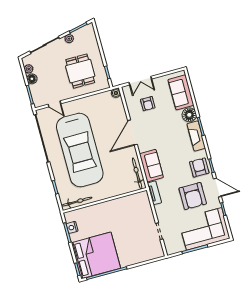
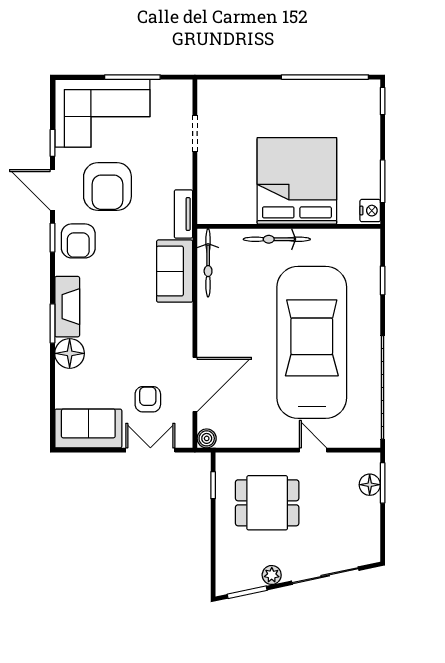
plant: (29, 69) -> (371, 536), removed
dining table: (80, 71) -> (267, 503), turned 90
floor lamp: (32, 79) -> (370, 485), moved
sofa: (181, 92) -> (88, 428), moved, turned -90
door: (54, 104) -> (313, 450), moved
door: (132, 133) -> (195, 384), moved
armchair: (193, 196) -> (107, 186), turned 180
bicycle: (77, 202) -> (277, 239), moved
nightstand: (72, 227) -> (370, 211), moved
bed: (96, 255) -> (297, 181), moved, turned 90

